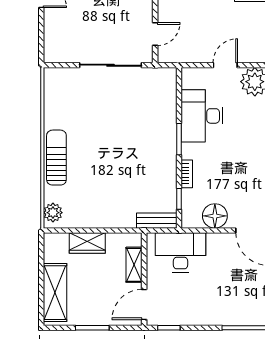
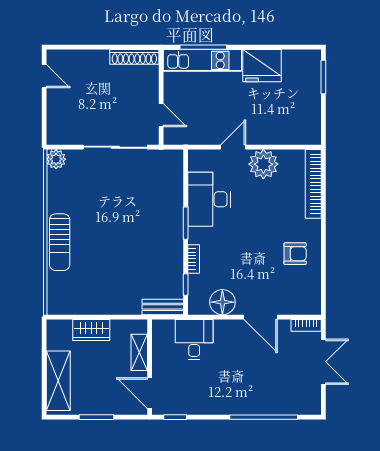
door: (155, 34) -> (161, 115), hinge flipped
sun lounger: (56, 158) -> (60, 242), turned 180
plant: (53, 213) -> (56, 159), moved
desk: (180, 252) -> (194, 340), width x0.73
door: (144, 305) -> (150, 393), hinge flipped

